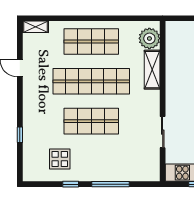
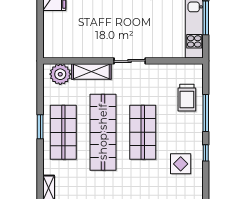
window: (97, 18) -> (40, 127), added
sliding door: (163, 132) -> (130, 61), moved
trolley: (126, 165) -> (187, 98), added

